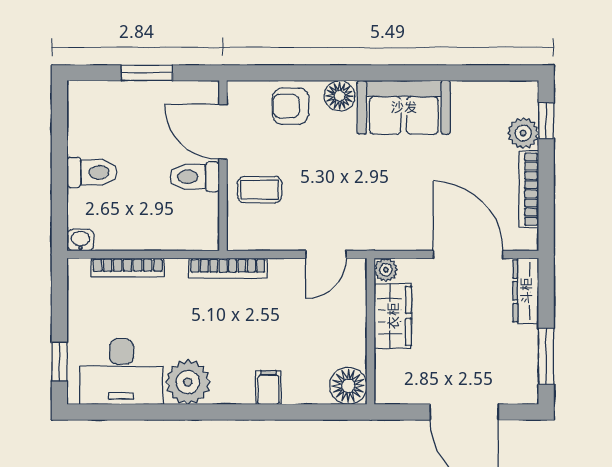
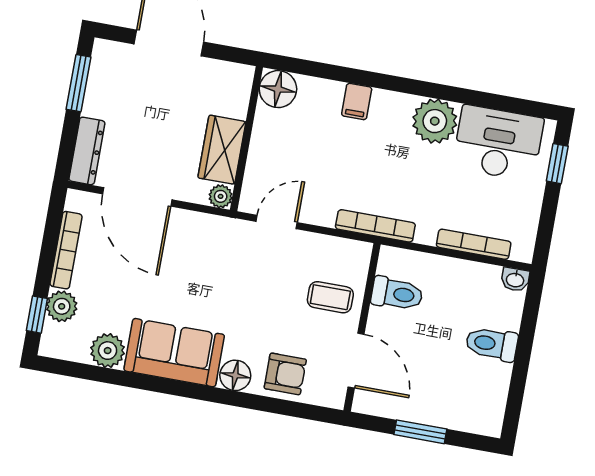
plant: (470, 98) -> (108, 351), added
toilet: (195, 177) -> (397, 294), moved

